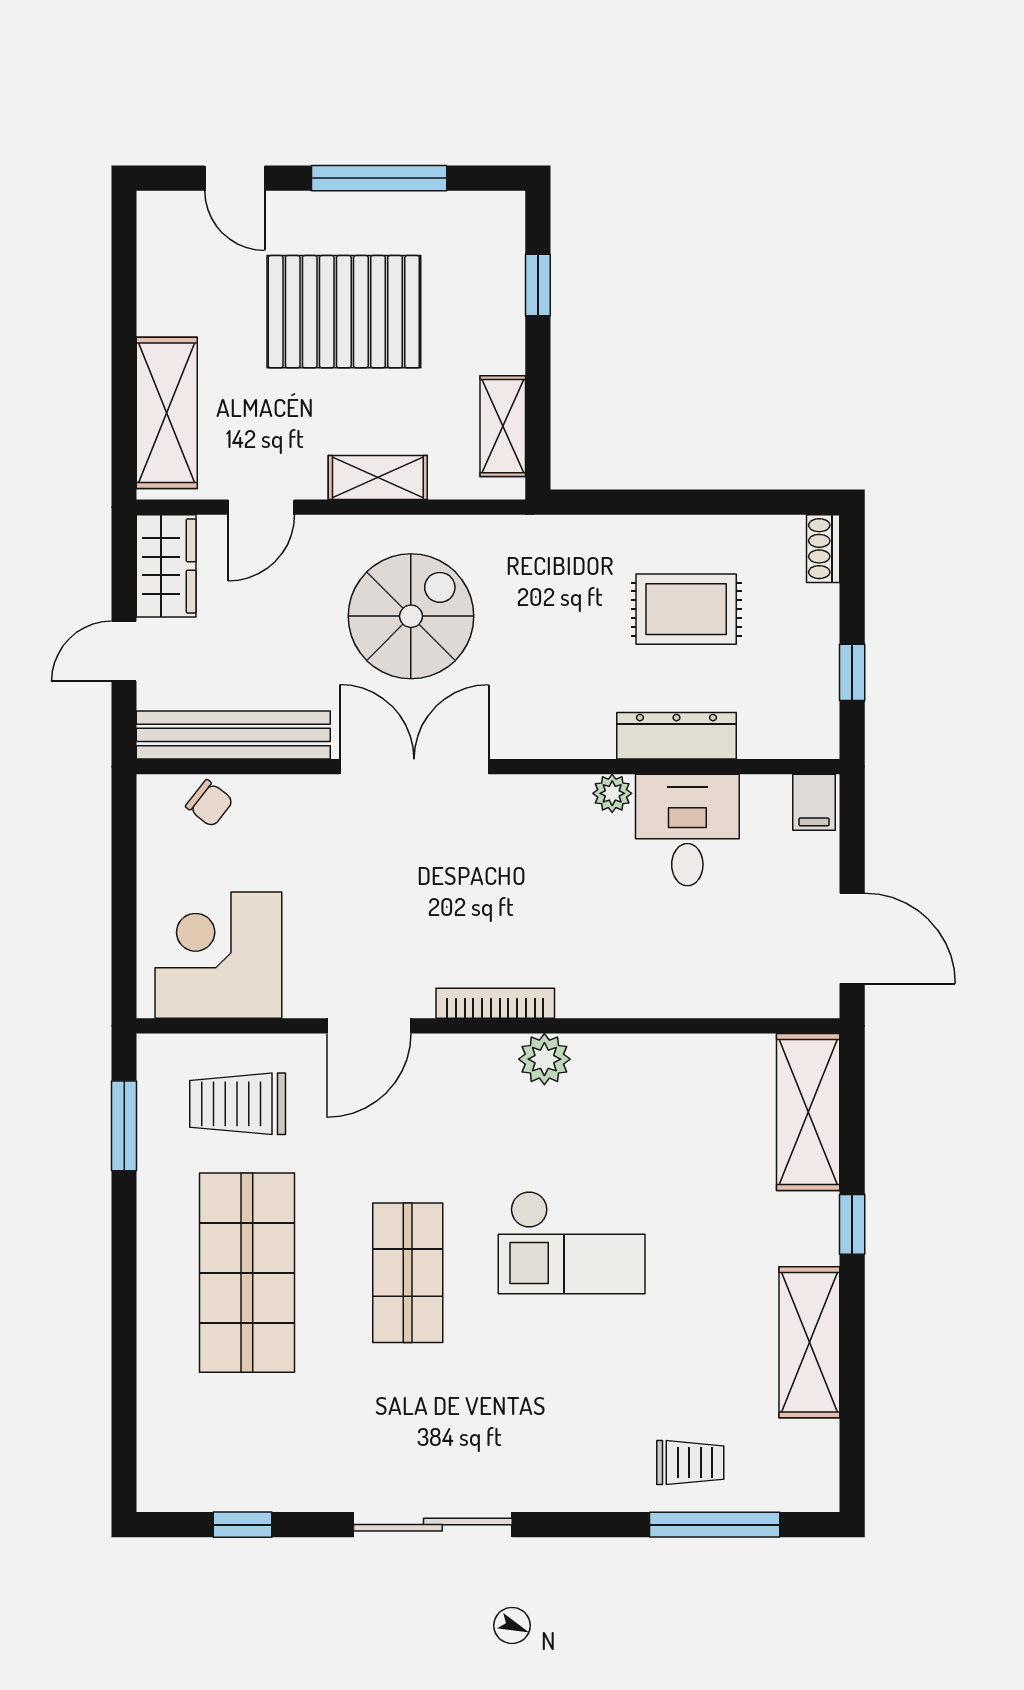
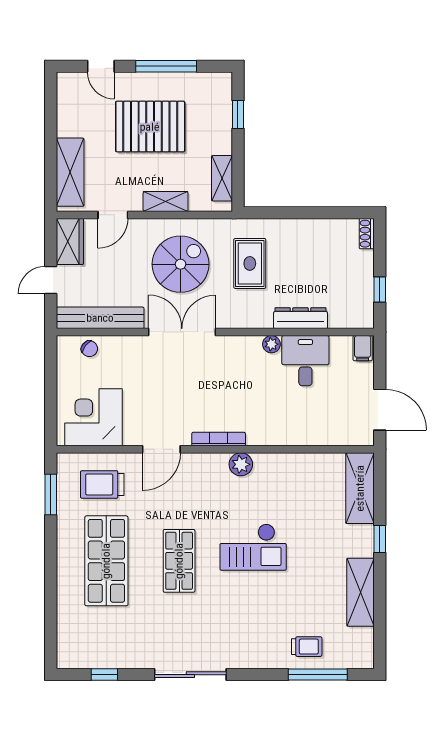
rug: (686, 609) -> (250, 263), moved, turned 90

